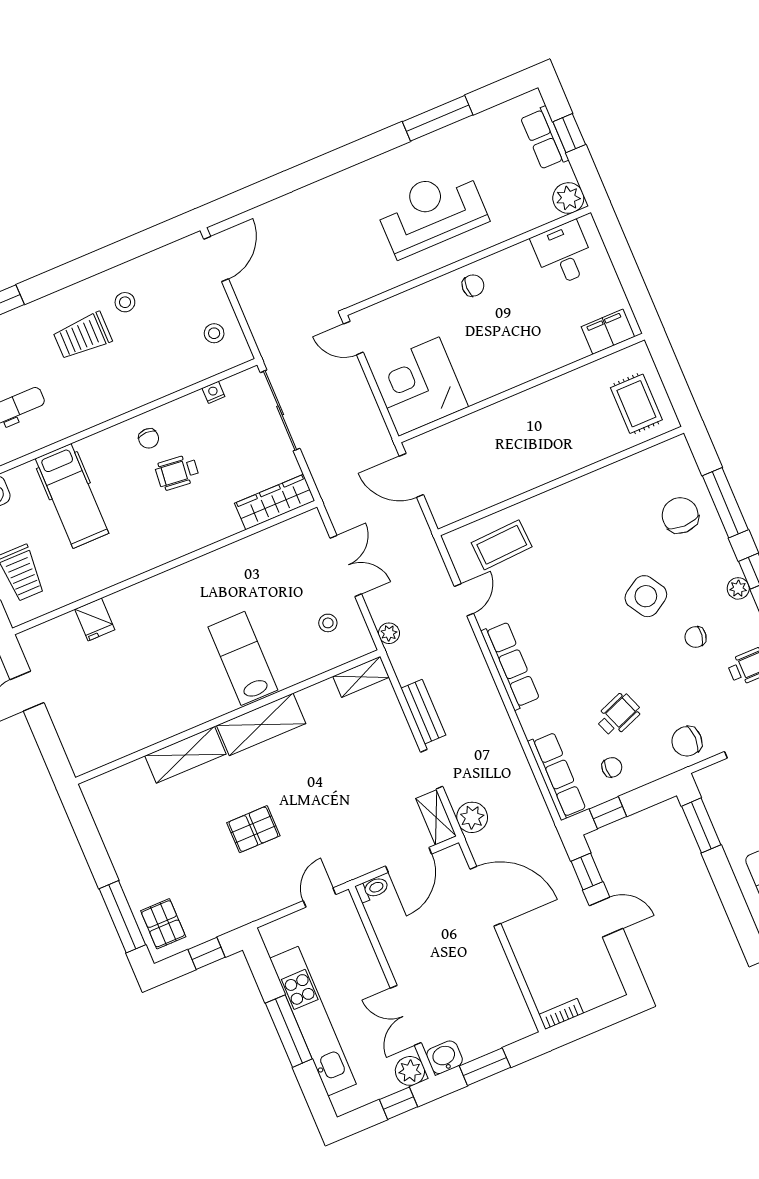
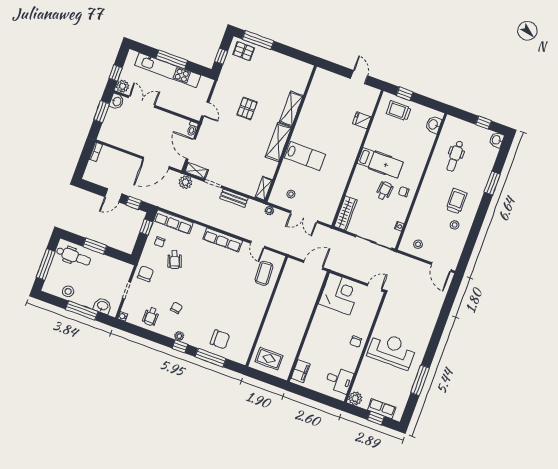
reception desk: (431, 212) -> (392, 350), turned -90
hospital bed: (72, 496) -> (380, 163), moved, turned 180
side table: (646, 596) -> (204, 304), removed
window: (701, 825) -> (95, 246), moved

